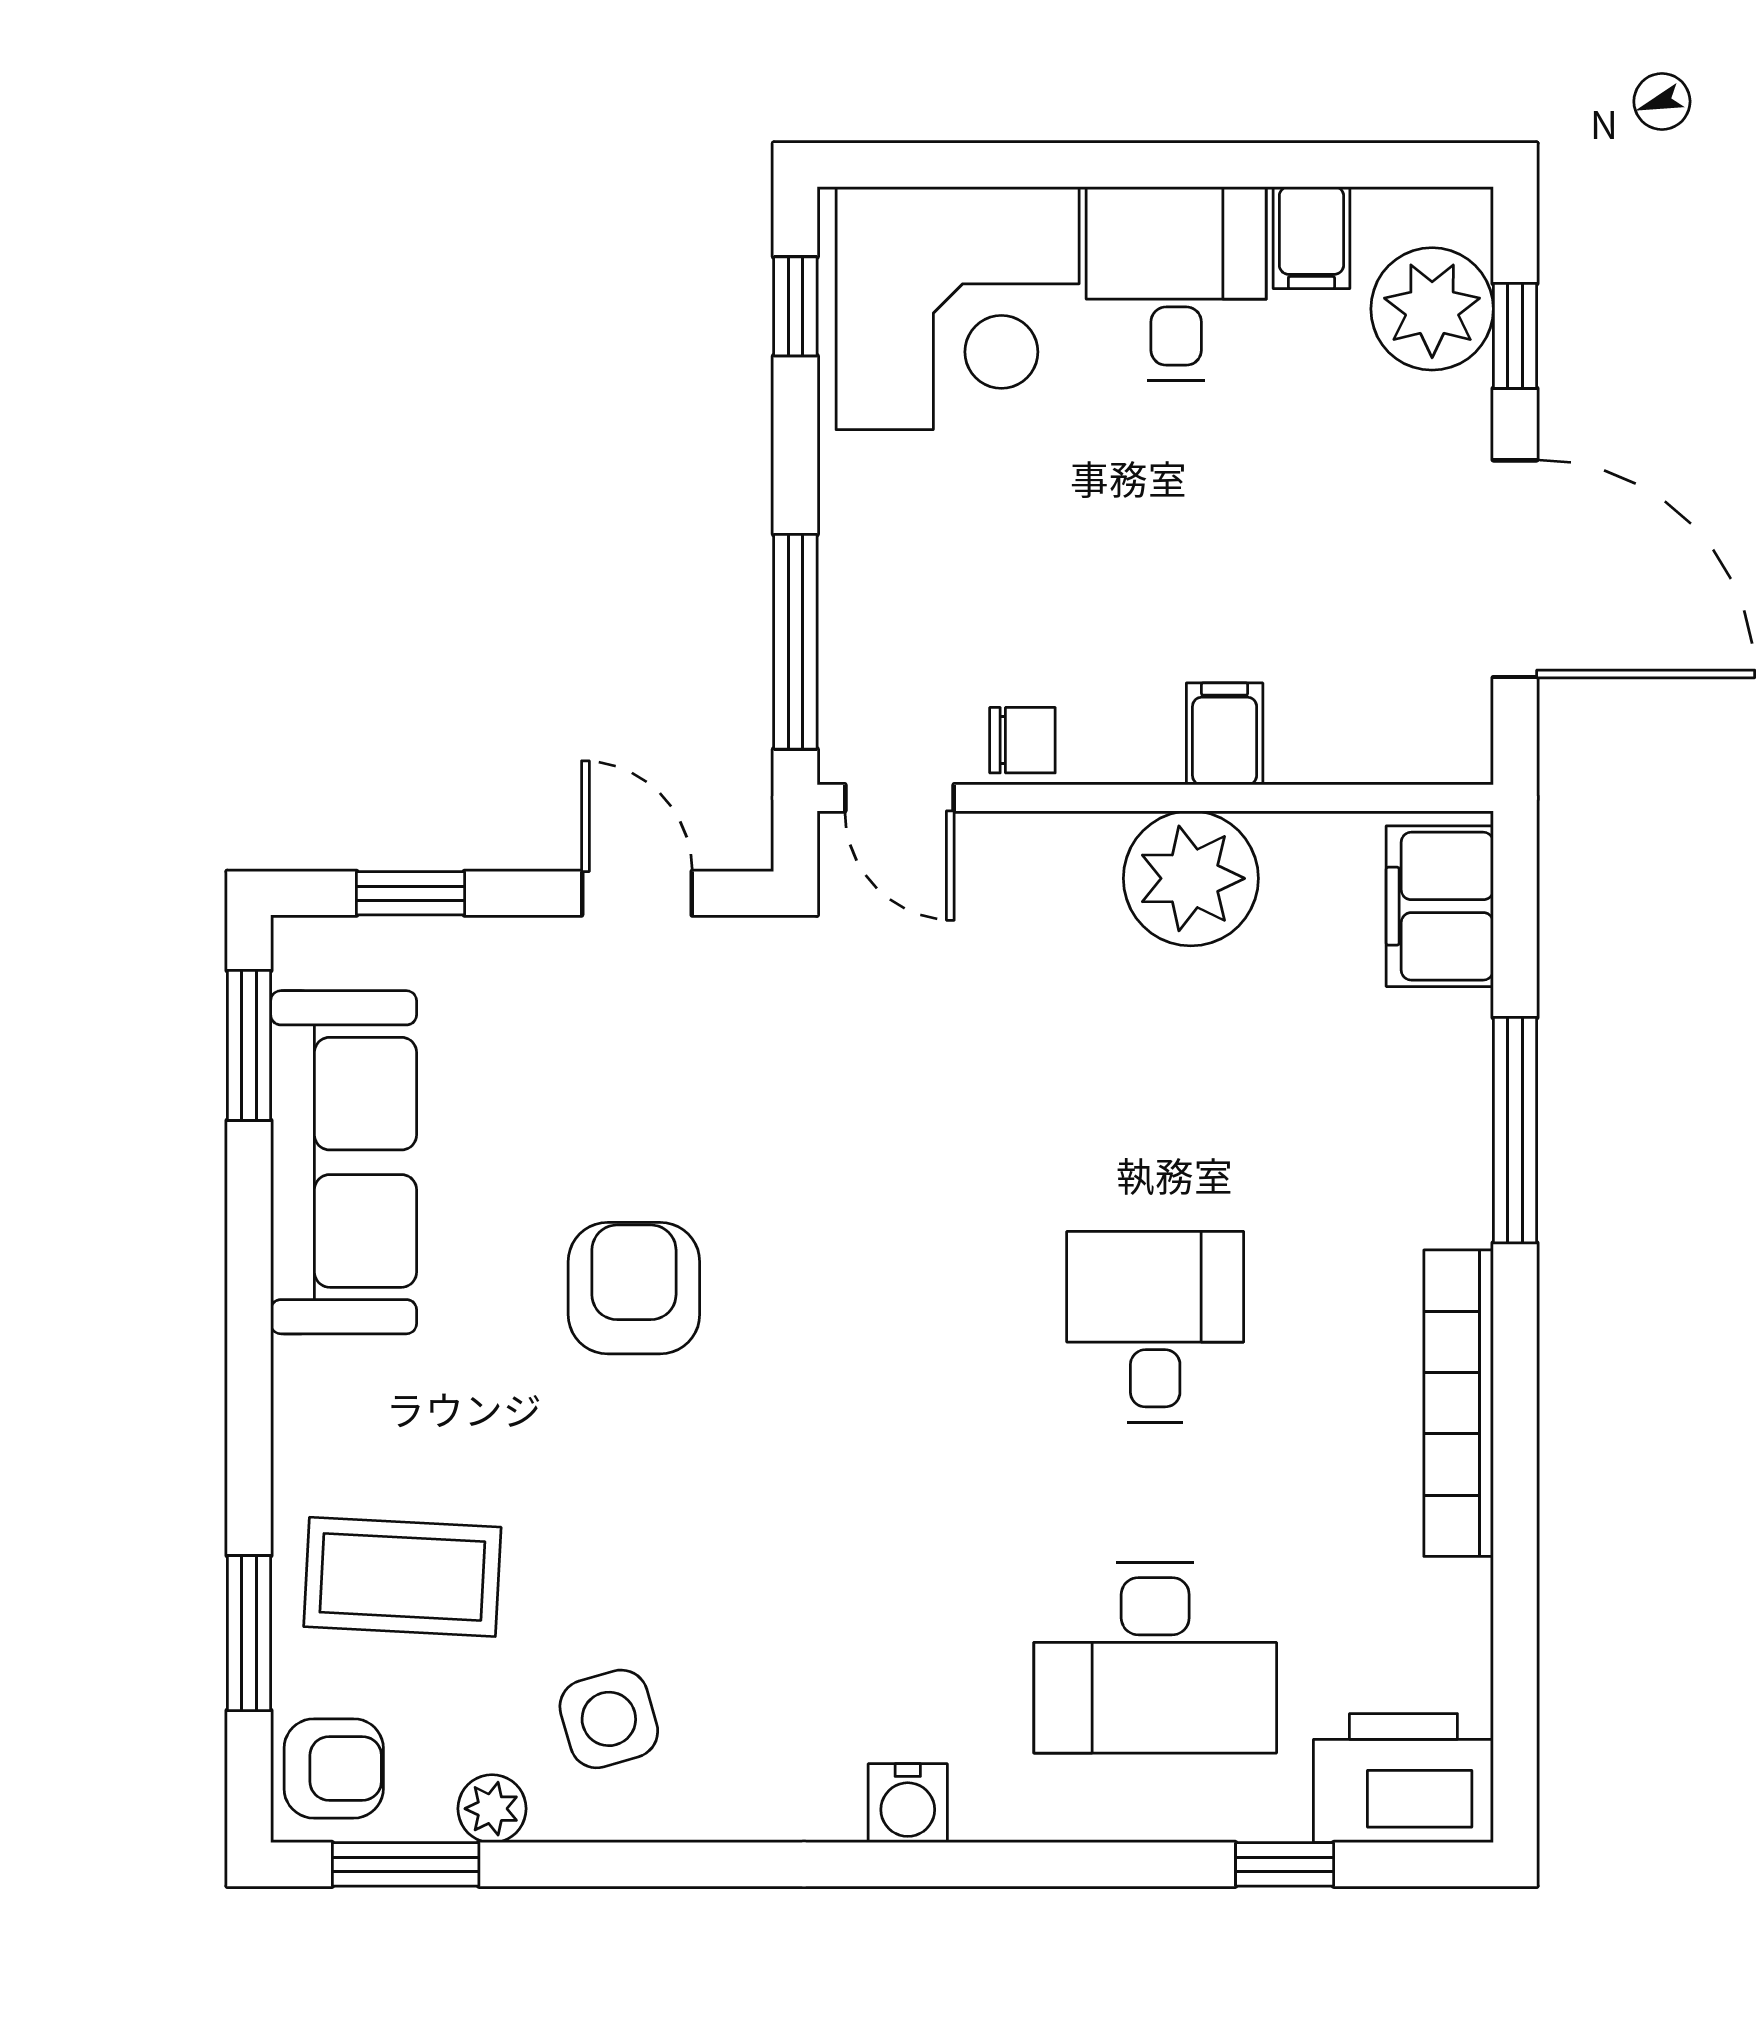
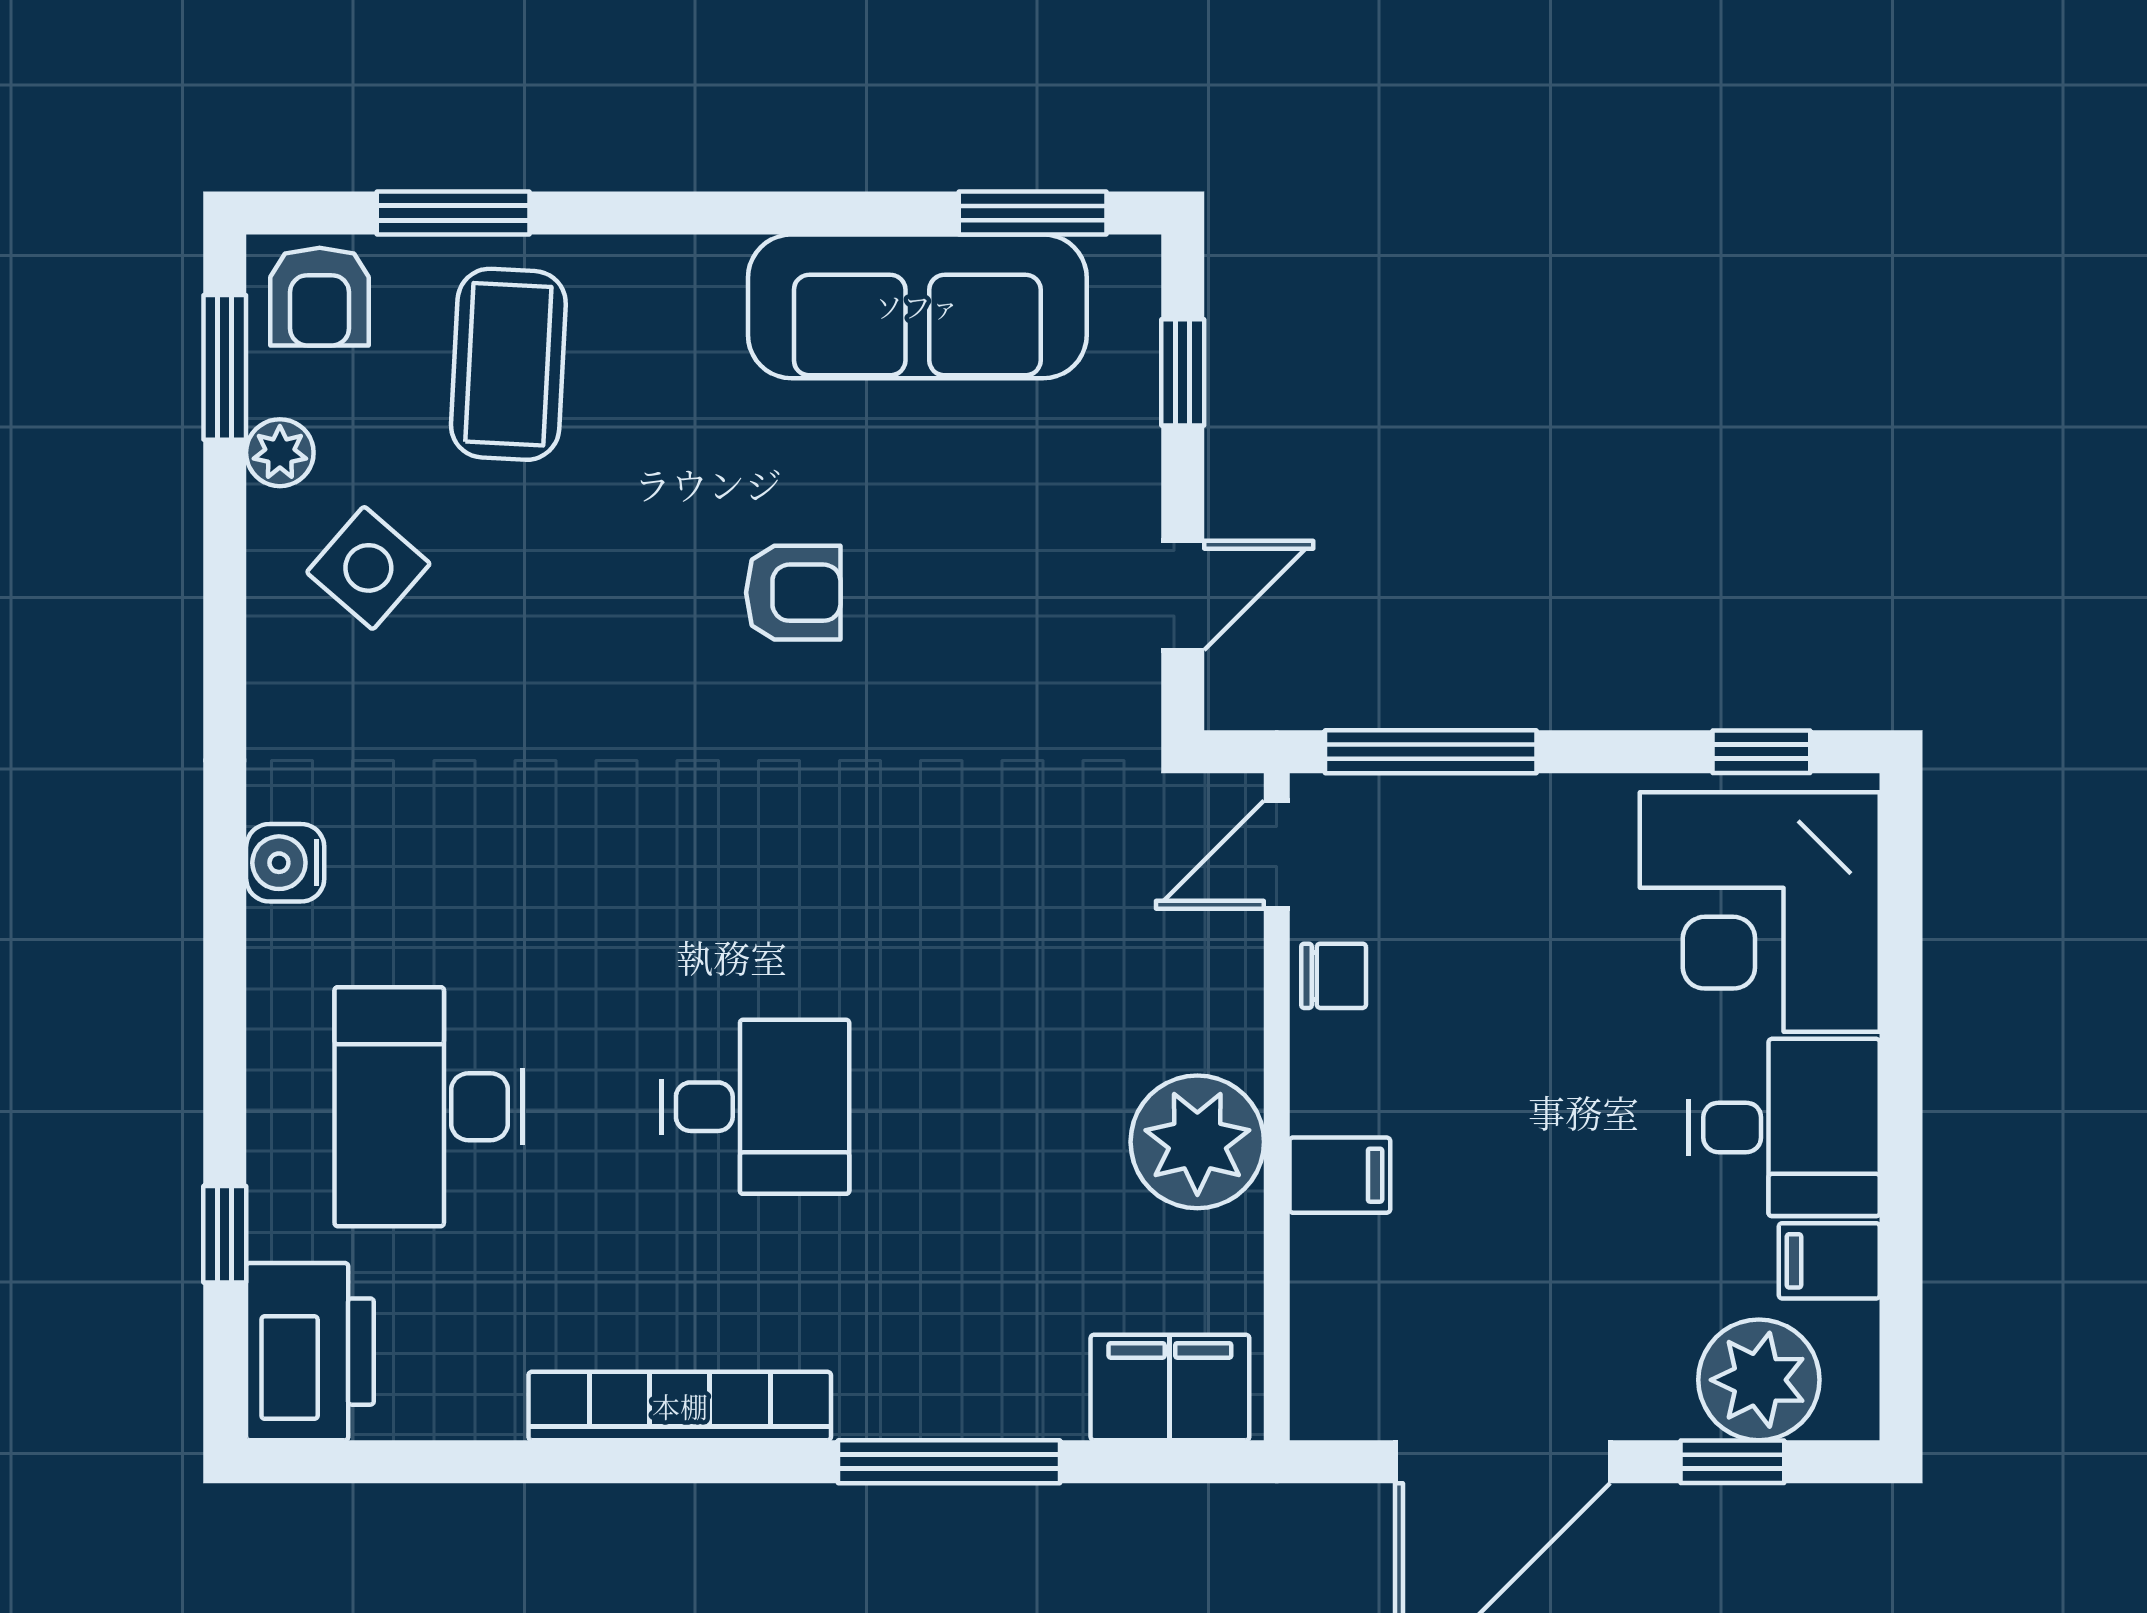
chair: (1022, 740) -> (1334, 976), turned -90
armchair: (634, 1288) -> (793, 593), width x0.72, depth x0.72
side table: (609, 1719) -> (368, 568), turned -33

